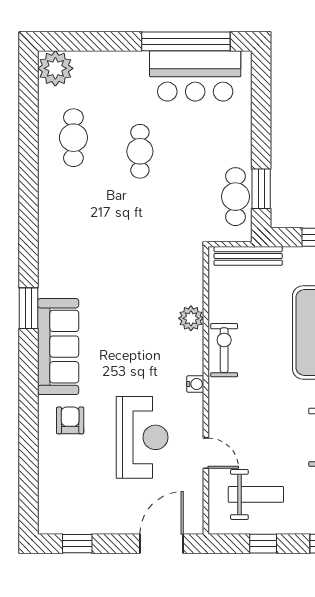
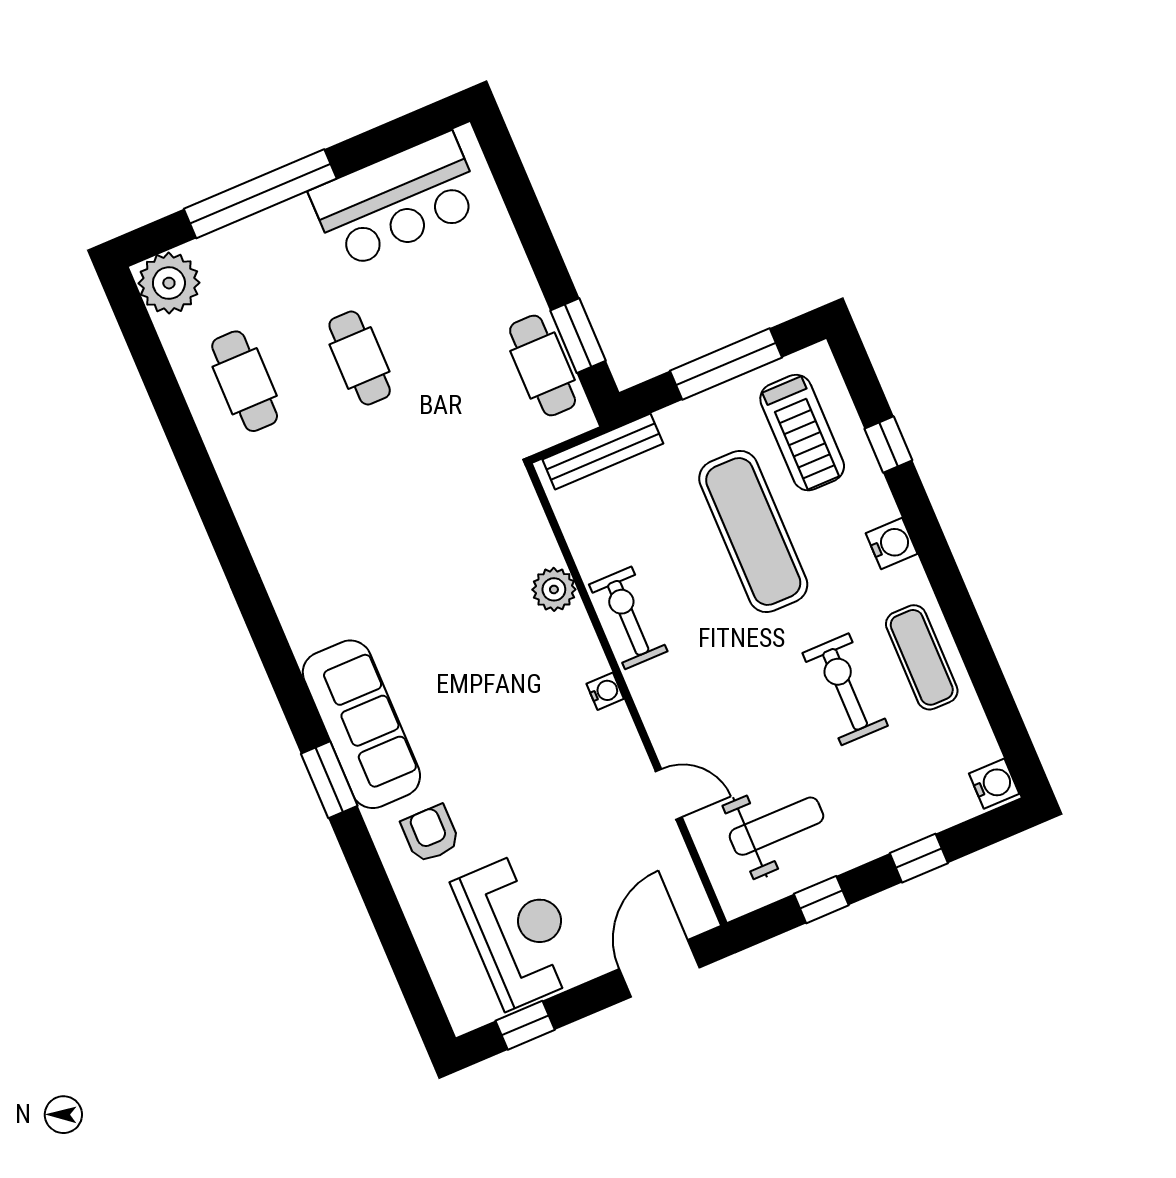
window: (186, 41) -> (260, 194), moved
window: (28, 308) -> (329, 780), moved
reception desk: (142, 437) -> (518, 930), moved

